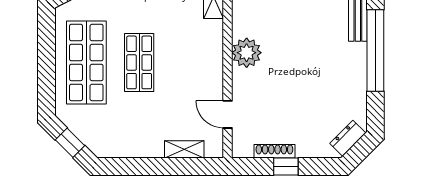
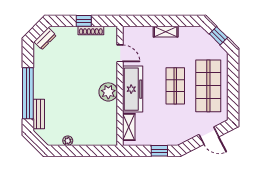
freezer: (208, 57) -> (133, 89), added
shelving: (184, 149) -> (166, 32), moved

